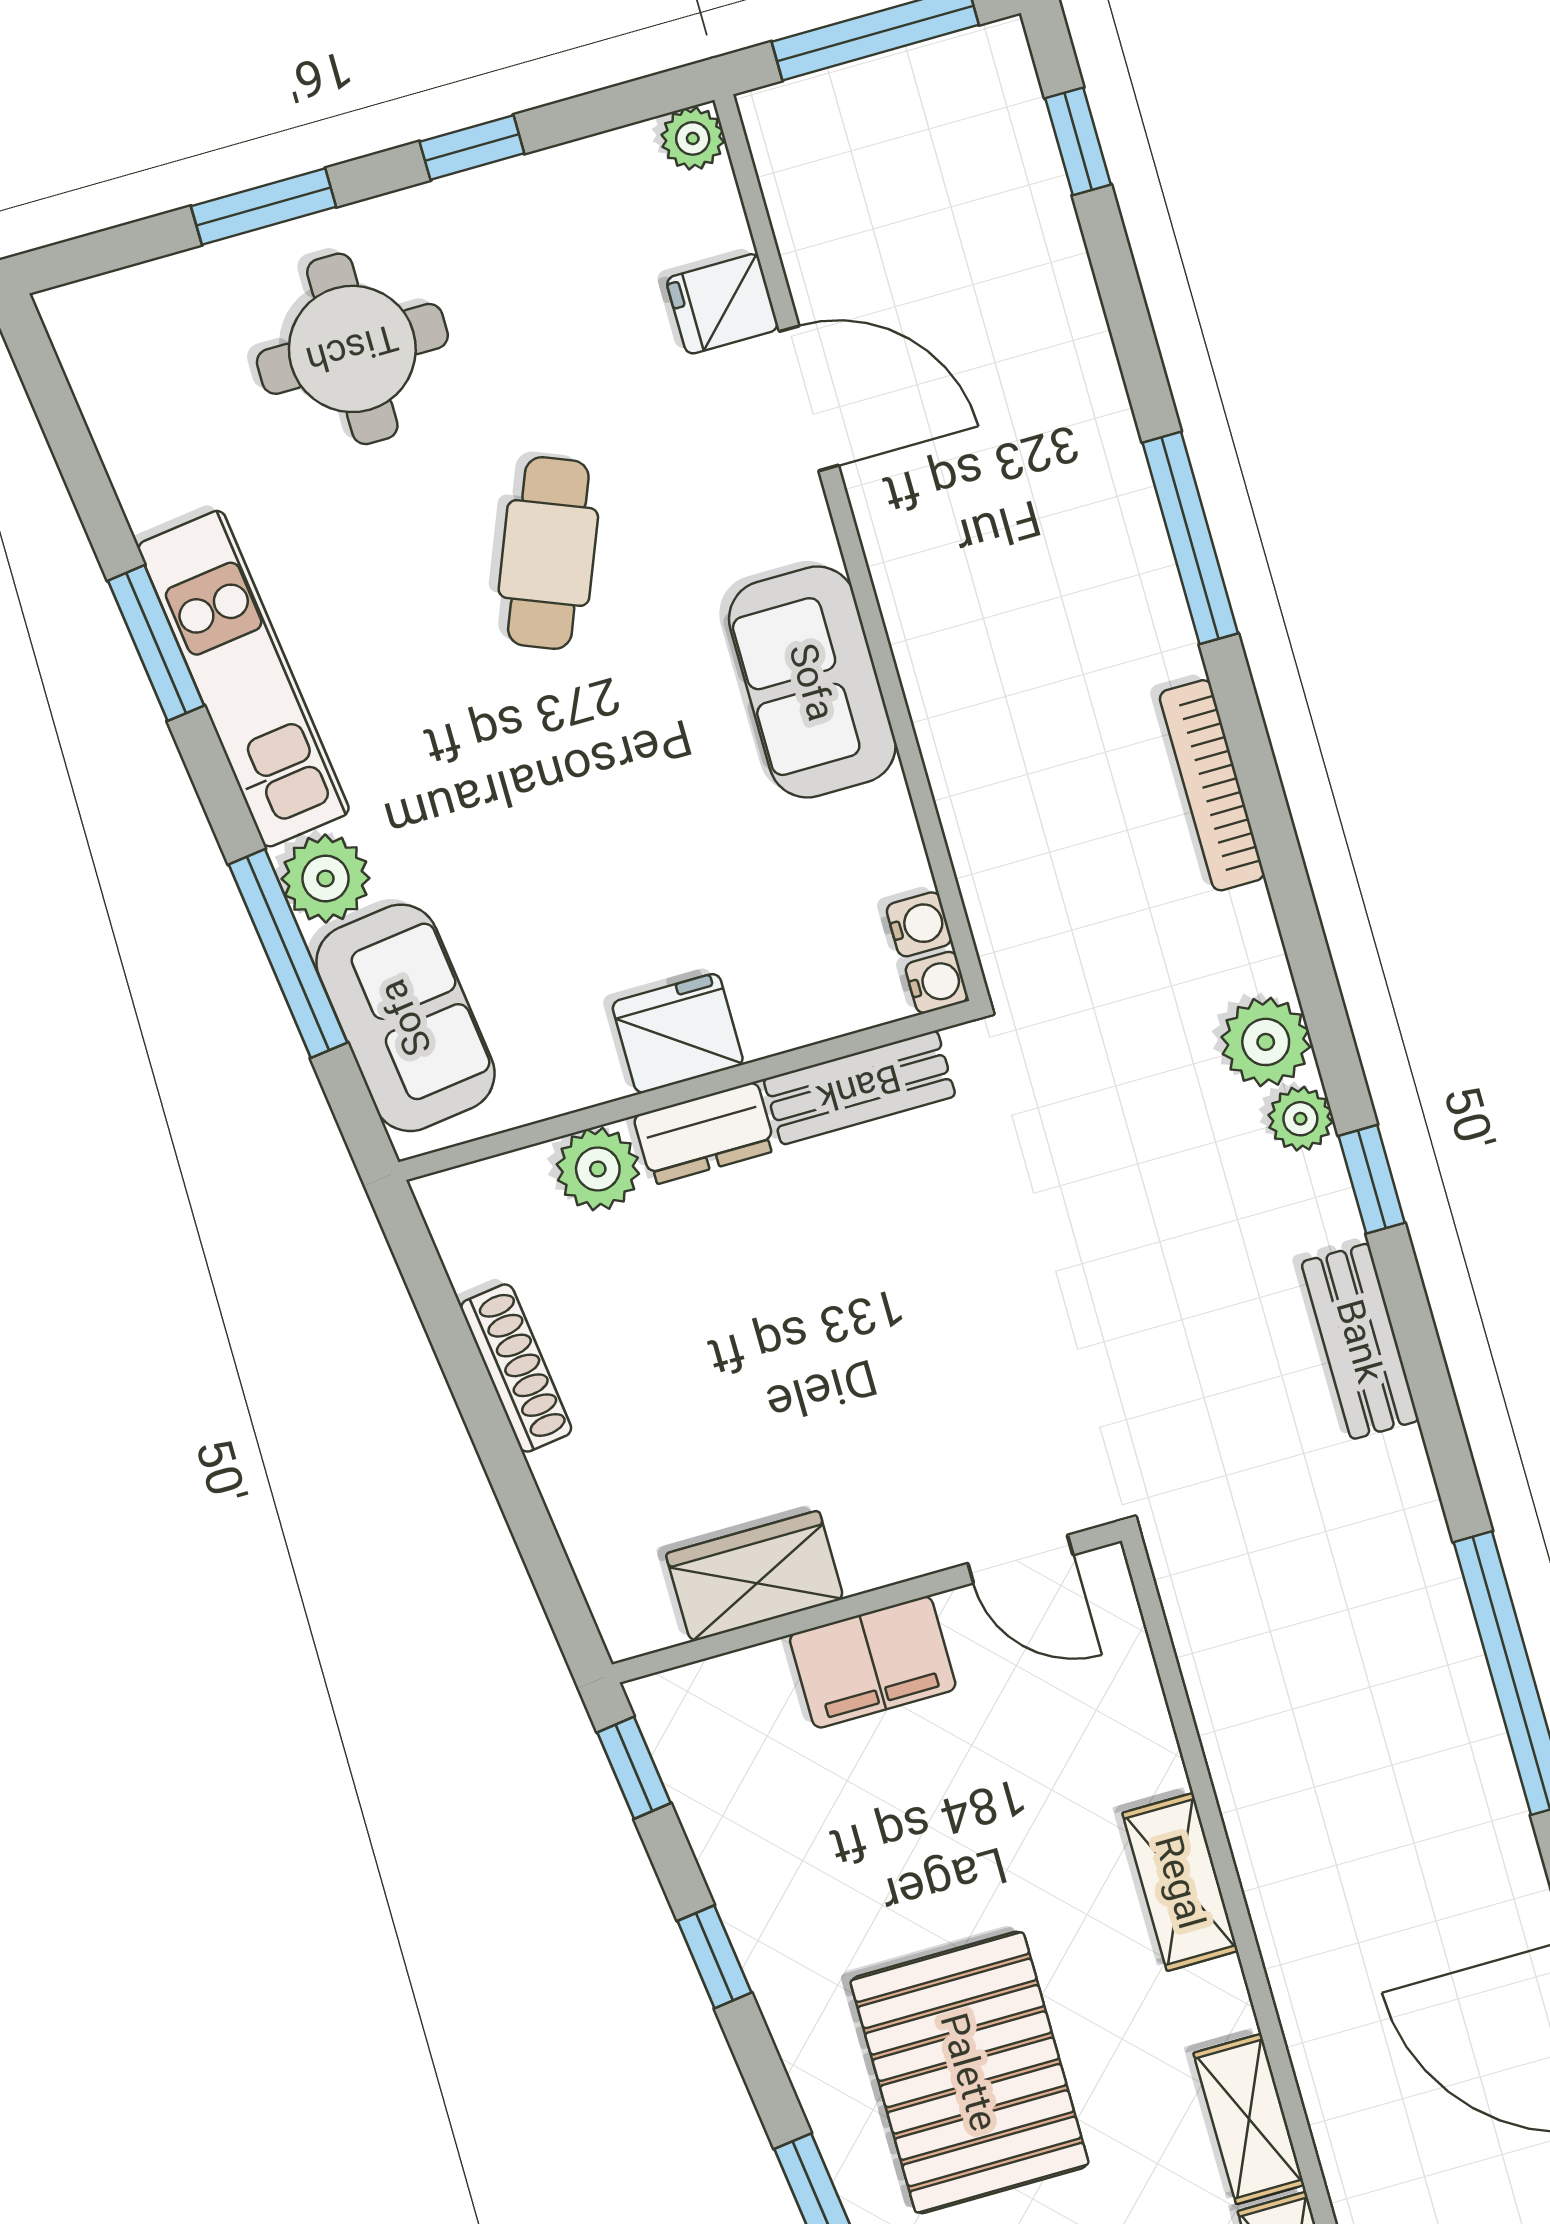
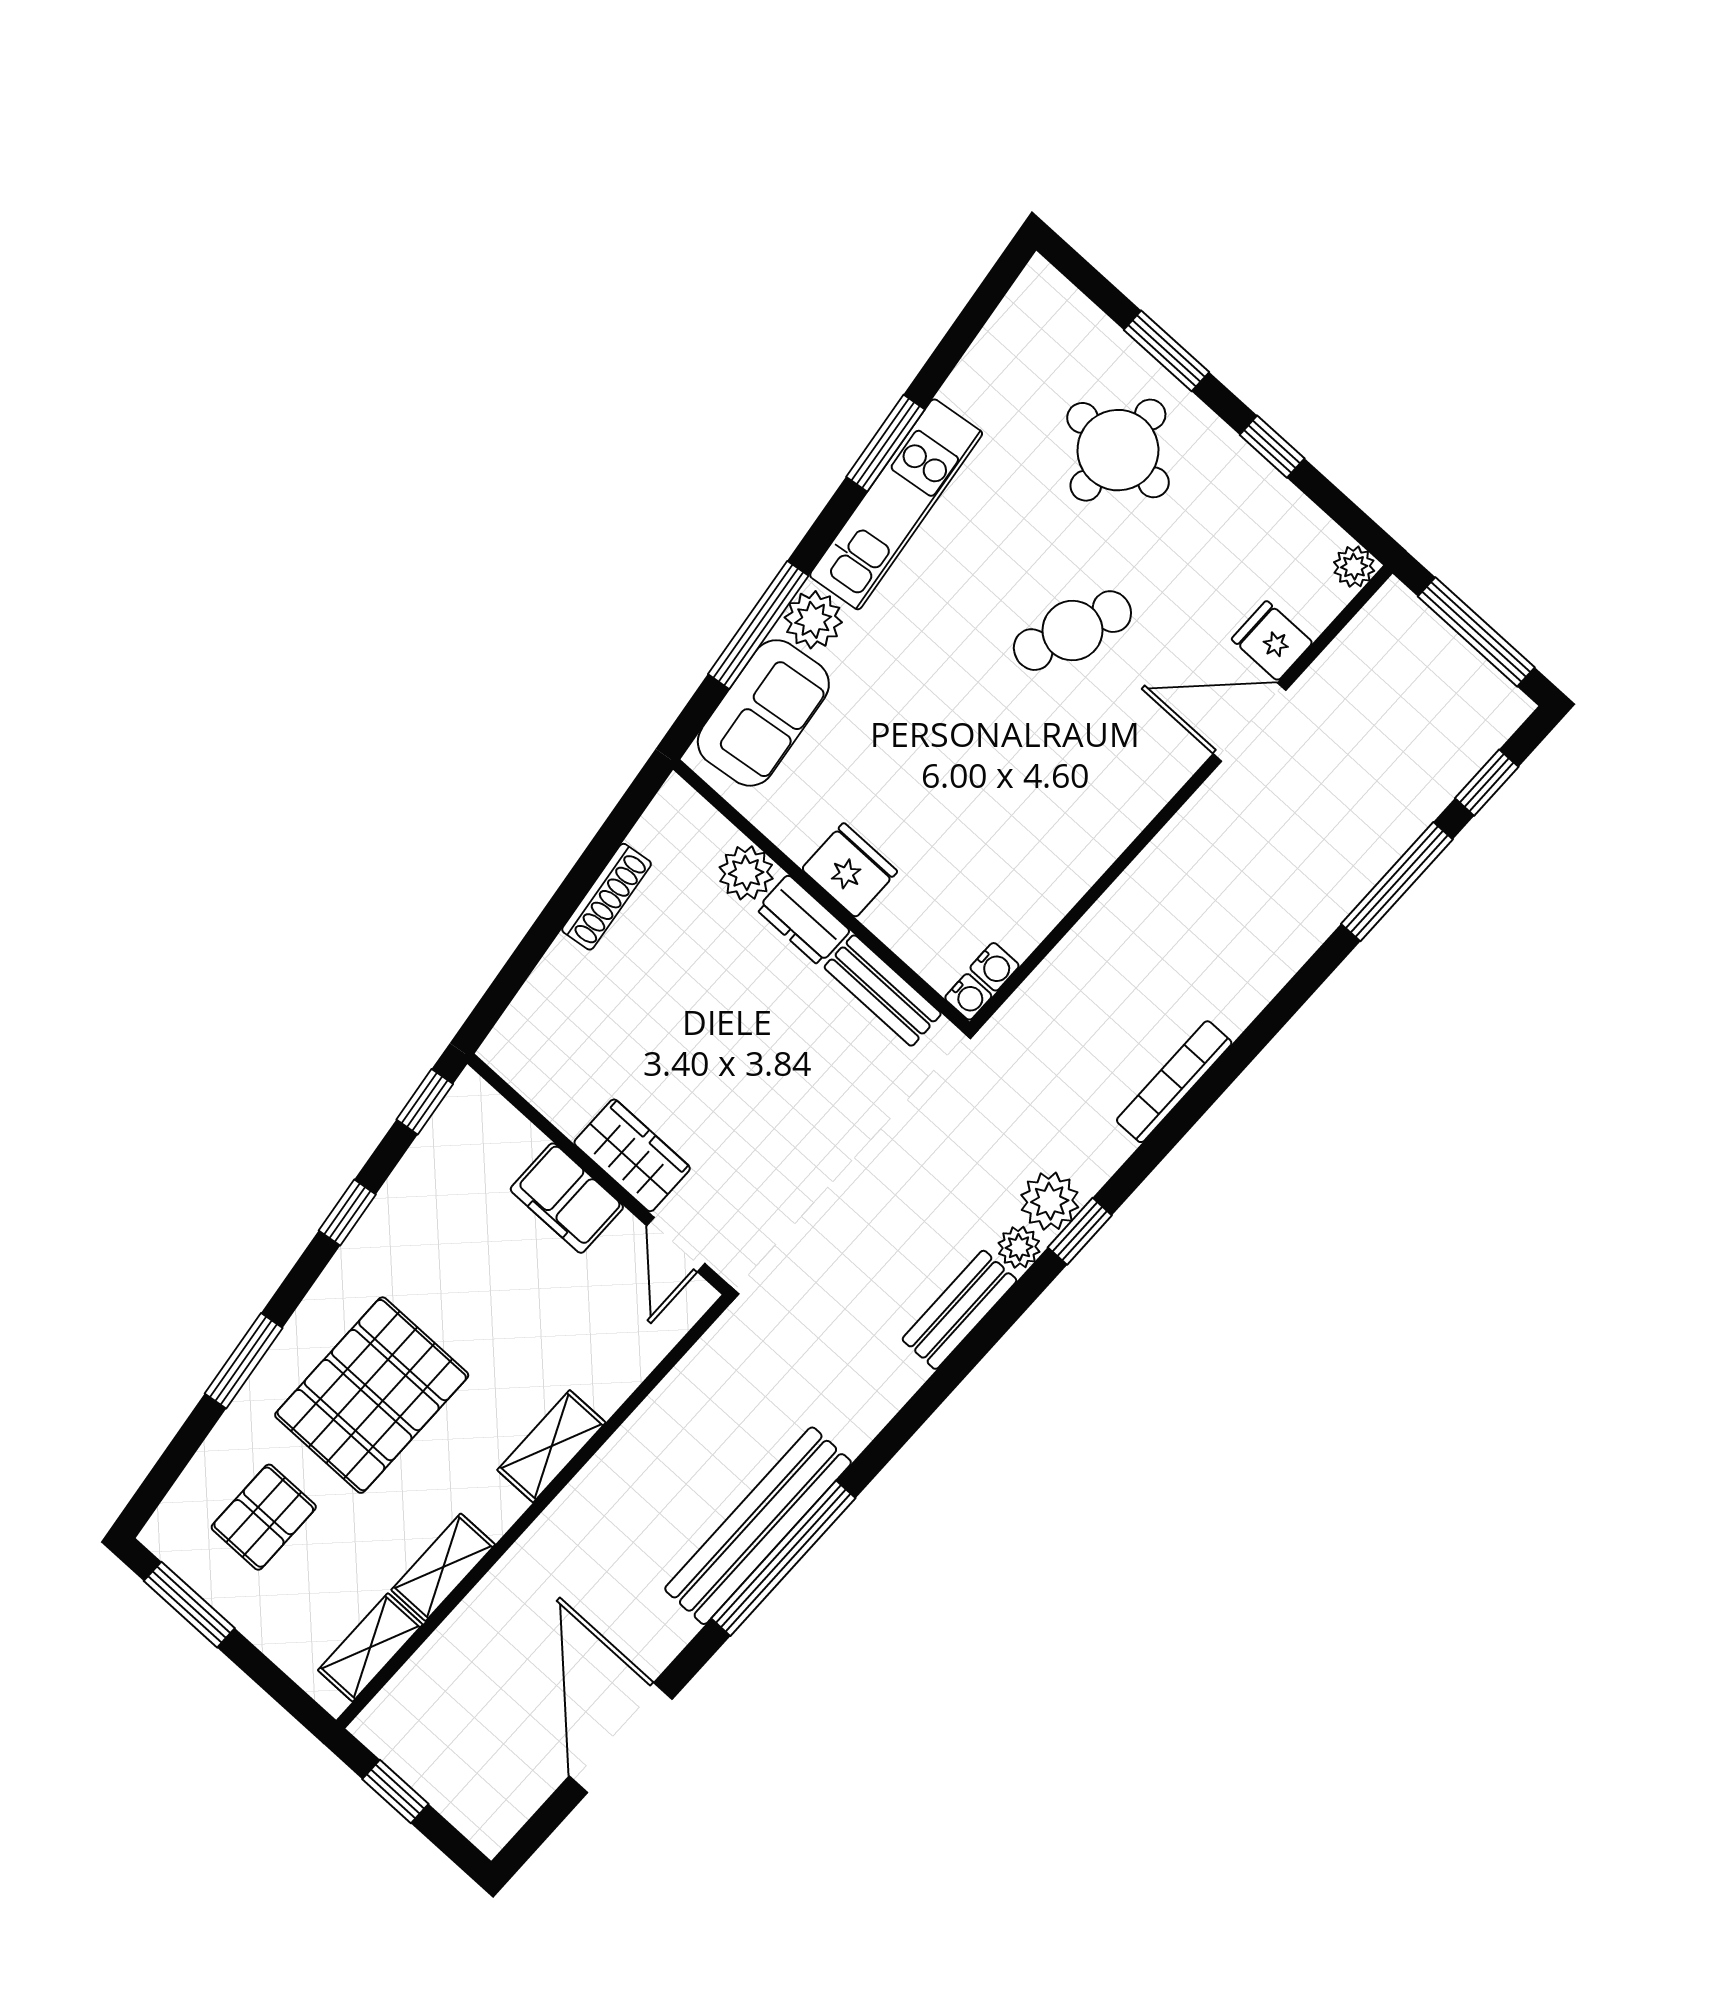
door: (809, 398) -> (1250, 722), swing flipped
window: (1190, 538) -> (1397, 882), moved
sofa: (812, 682) -> (1093, 823), removed
window: (1372, 1179) -> (1080, 1231), moved
bench: (1360, 1341) -> (960, 1310), moved
wardrobe: (755, 1576) -> (632, 1155), moved
bench: (1449, 1680) -> (758, 1526), added

